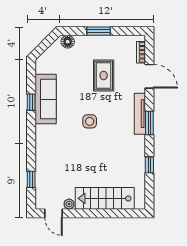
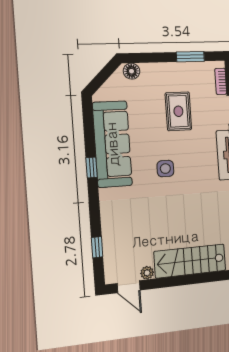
window: (99, 31) -> (190, 57), moved
sofa: (46, 99) -> (112, 144), width x1.36, depth x1.27
window: (31, 102) -> (92, 168), moved

